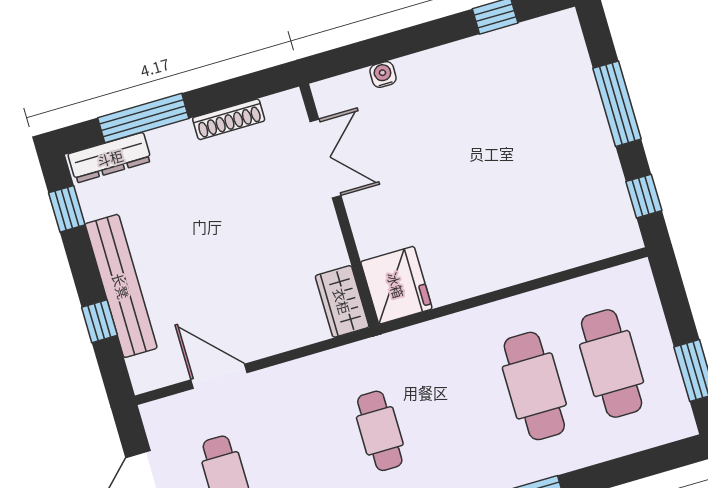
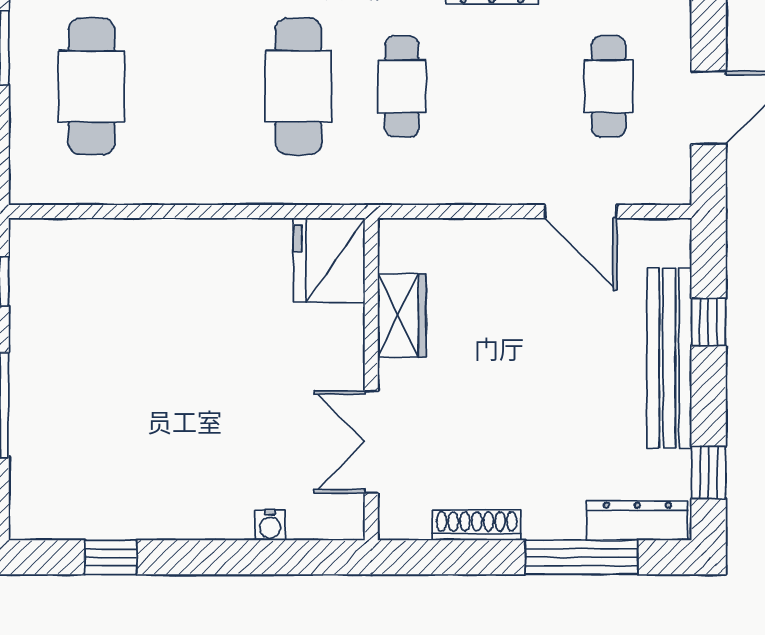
wardrobe: (342, 301) -> (402, 315), moved
cafe table: (534, 386) -> (298, 86), moved

